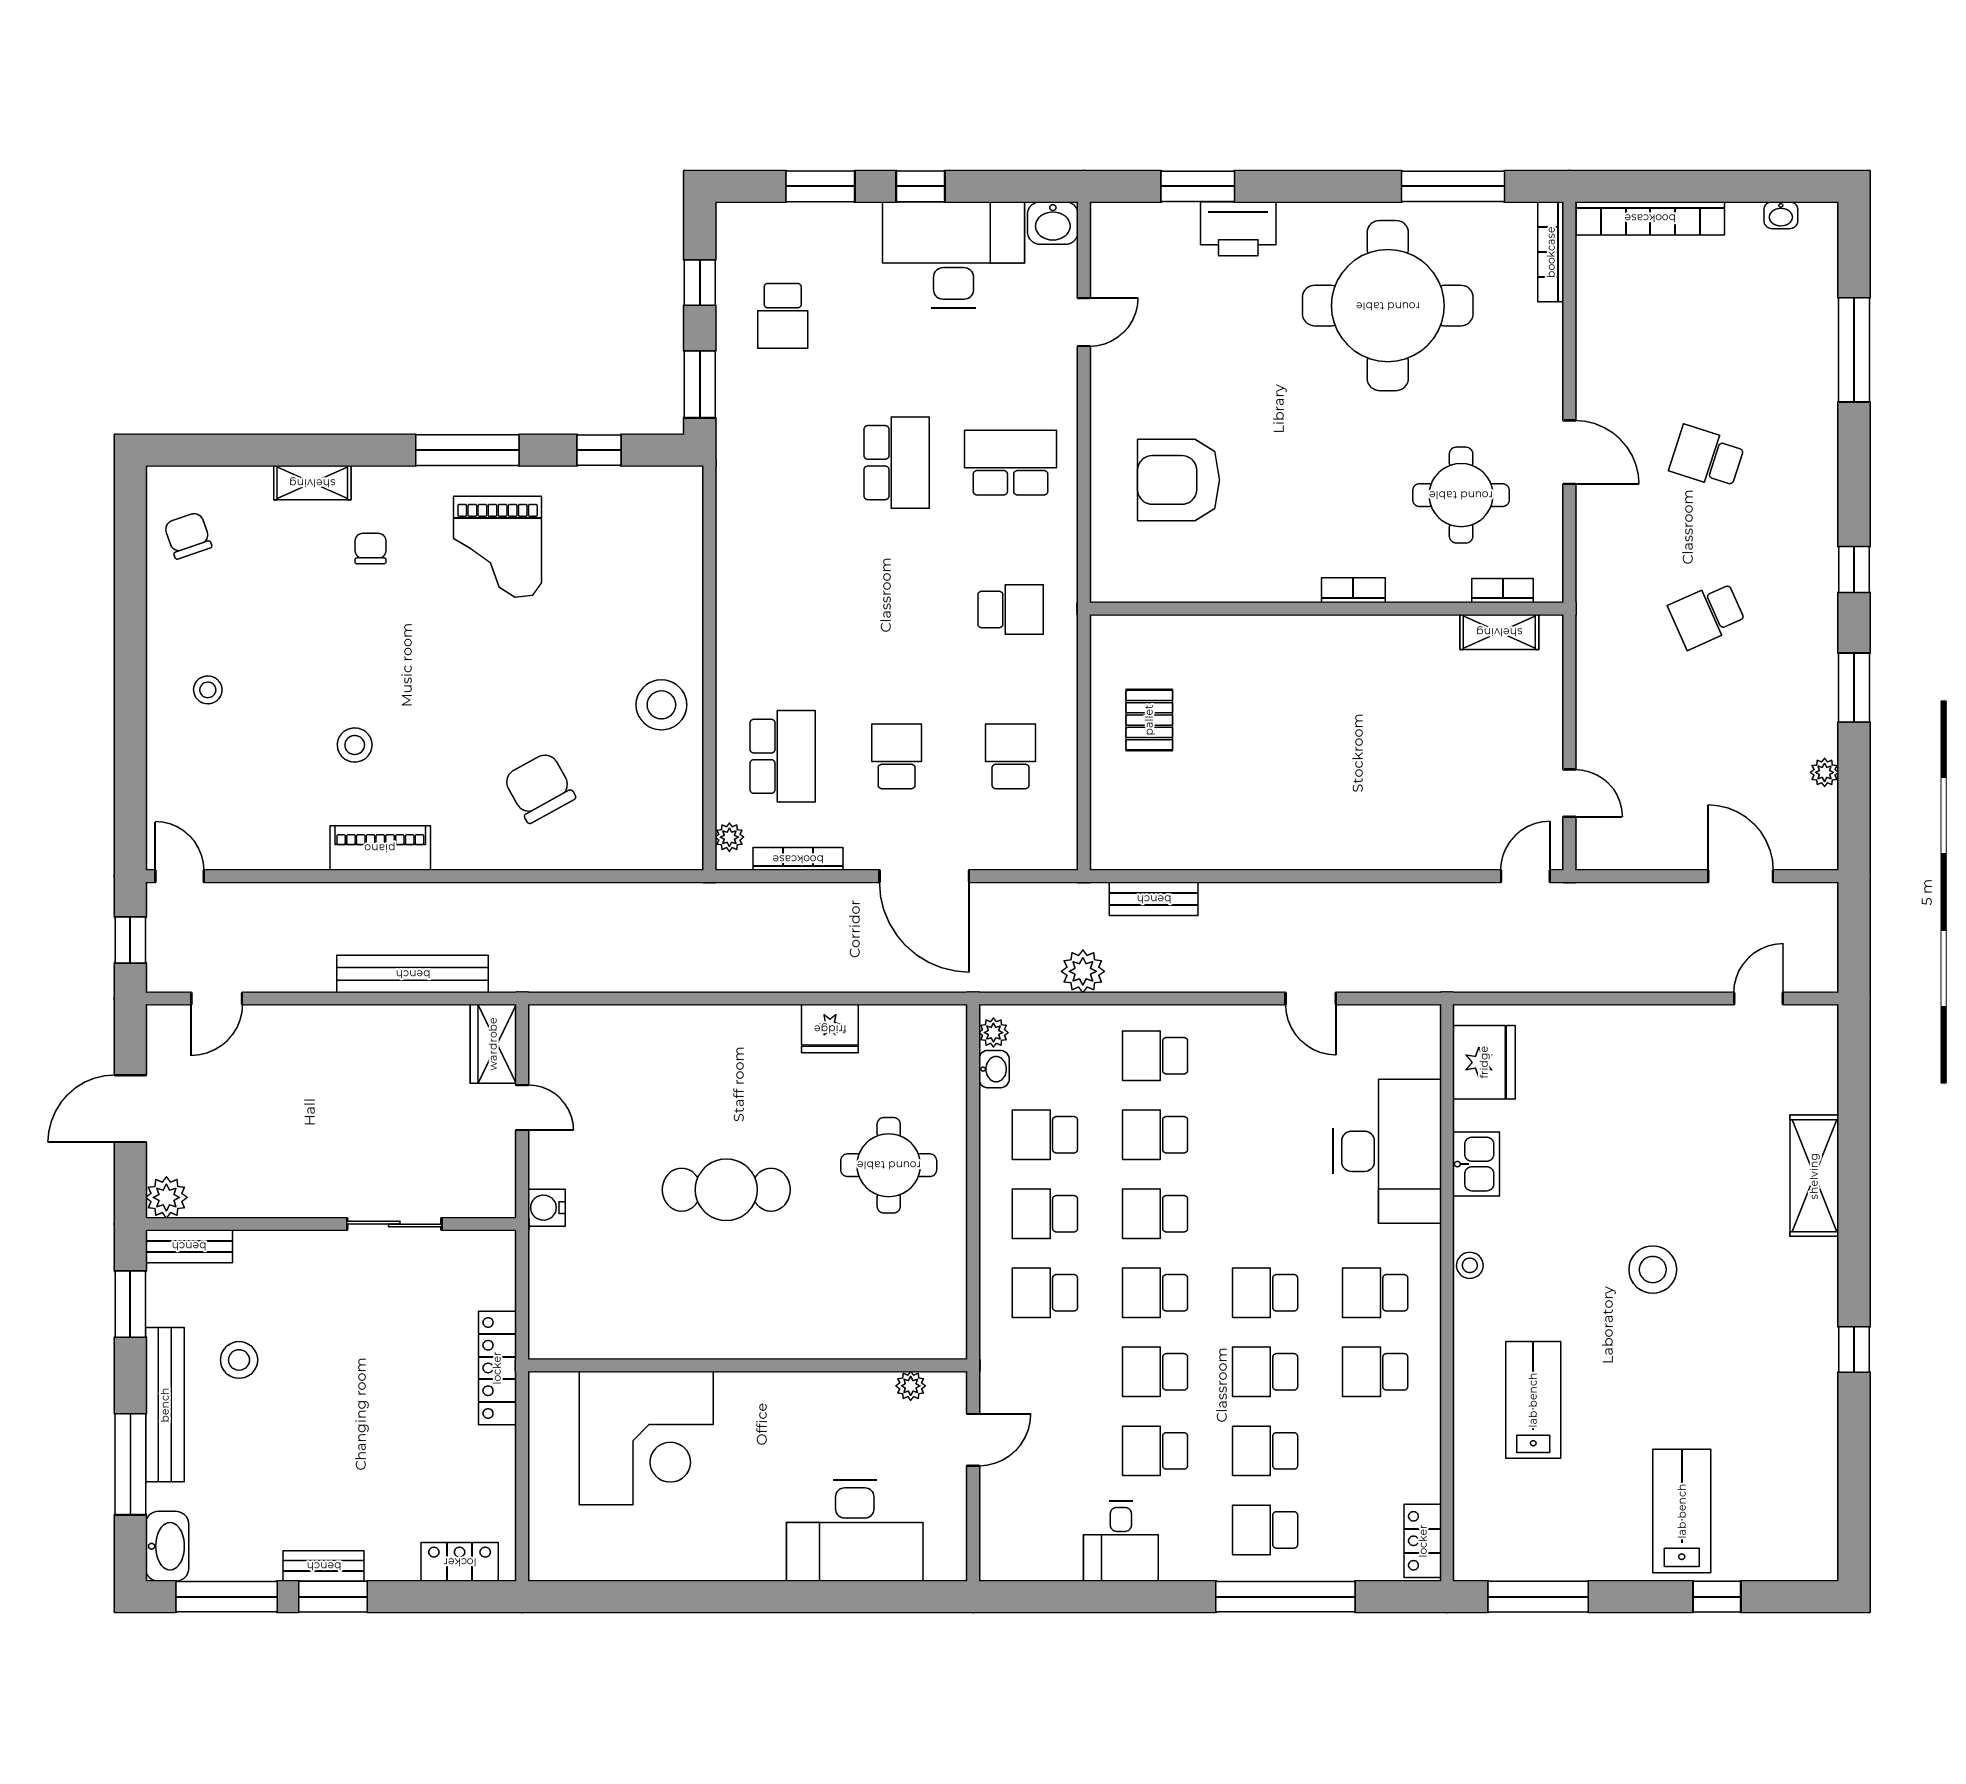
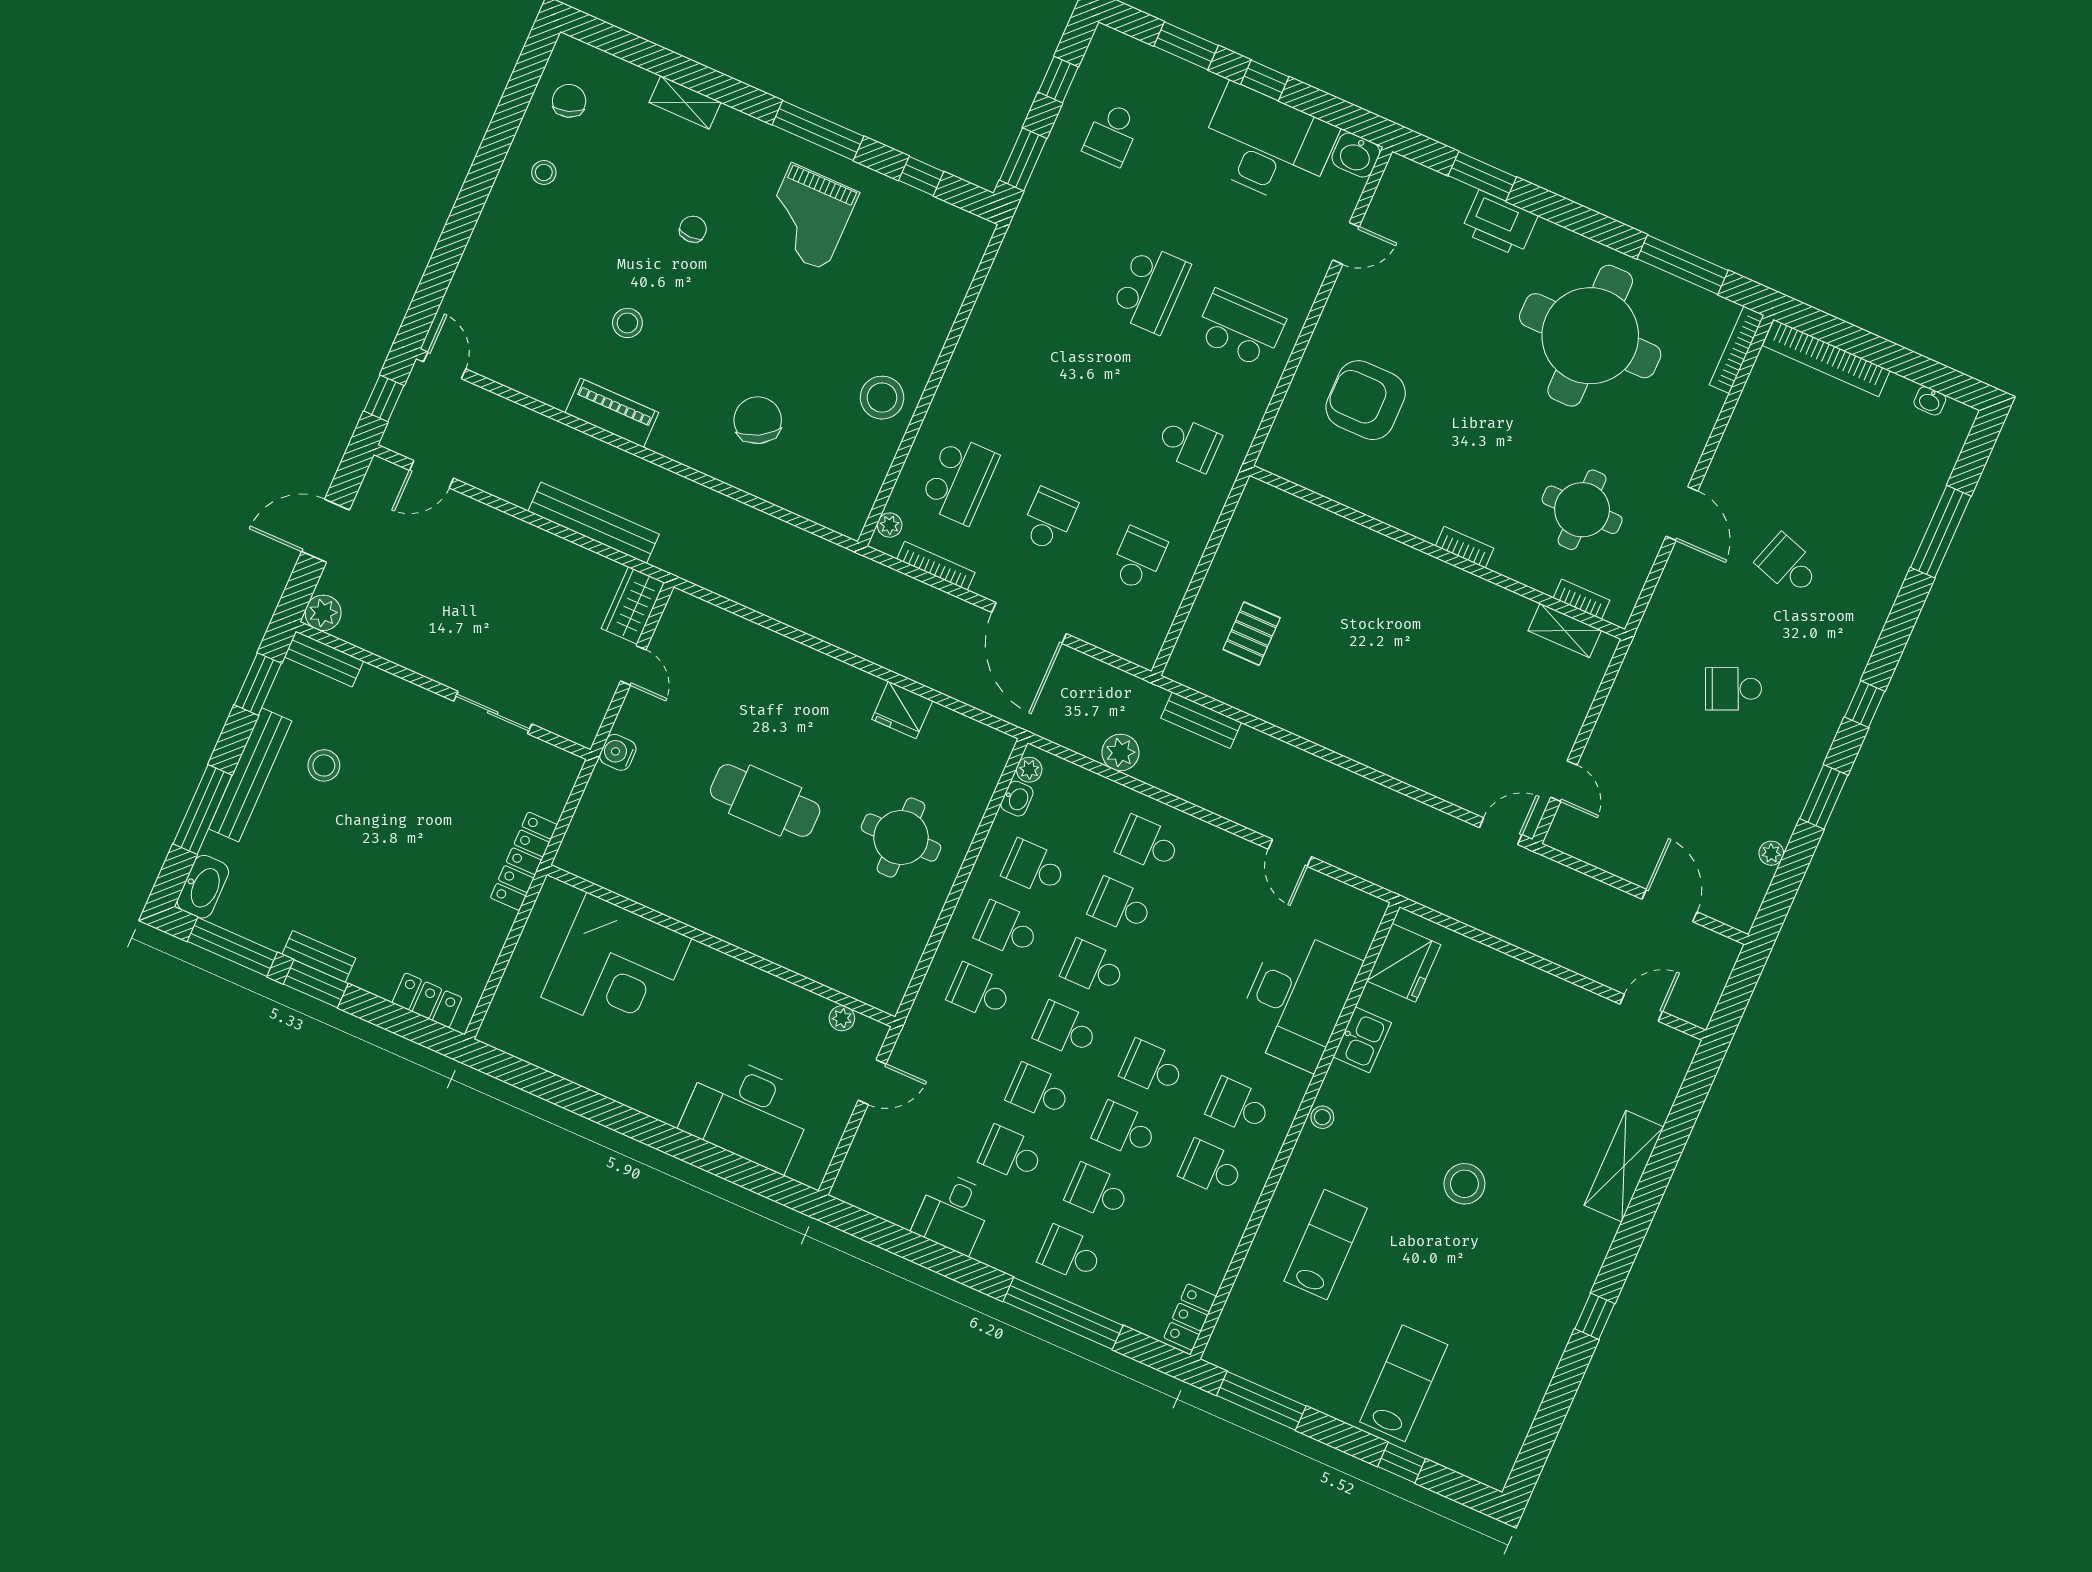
chair: (371, 549) -> (693, 229), moved
stool: (208, 690) -> (544, 172), moved
pallet: (1149, 720) -> (1252, 634), moved

